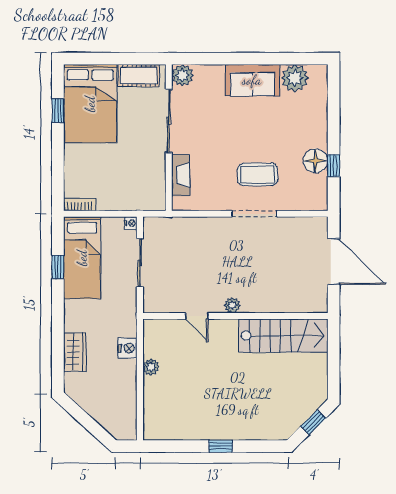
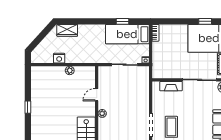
nightstand: (128, 348) -> (59, 58), moved
wardrobe: (75, 352) -> (67, 30), moved

